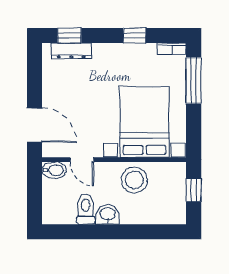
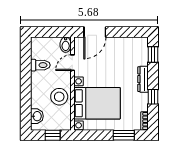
dresser: (71, 51) -> (143, 79), moved
window: (194, 80) -> (124, 135), width x0.69
washbasin: (108, 215) -> (37, 116), moved

